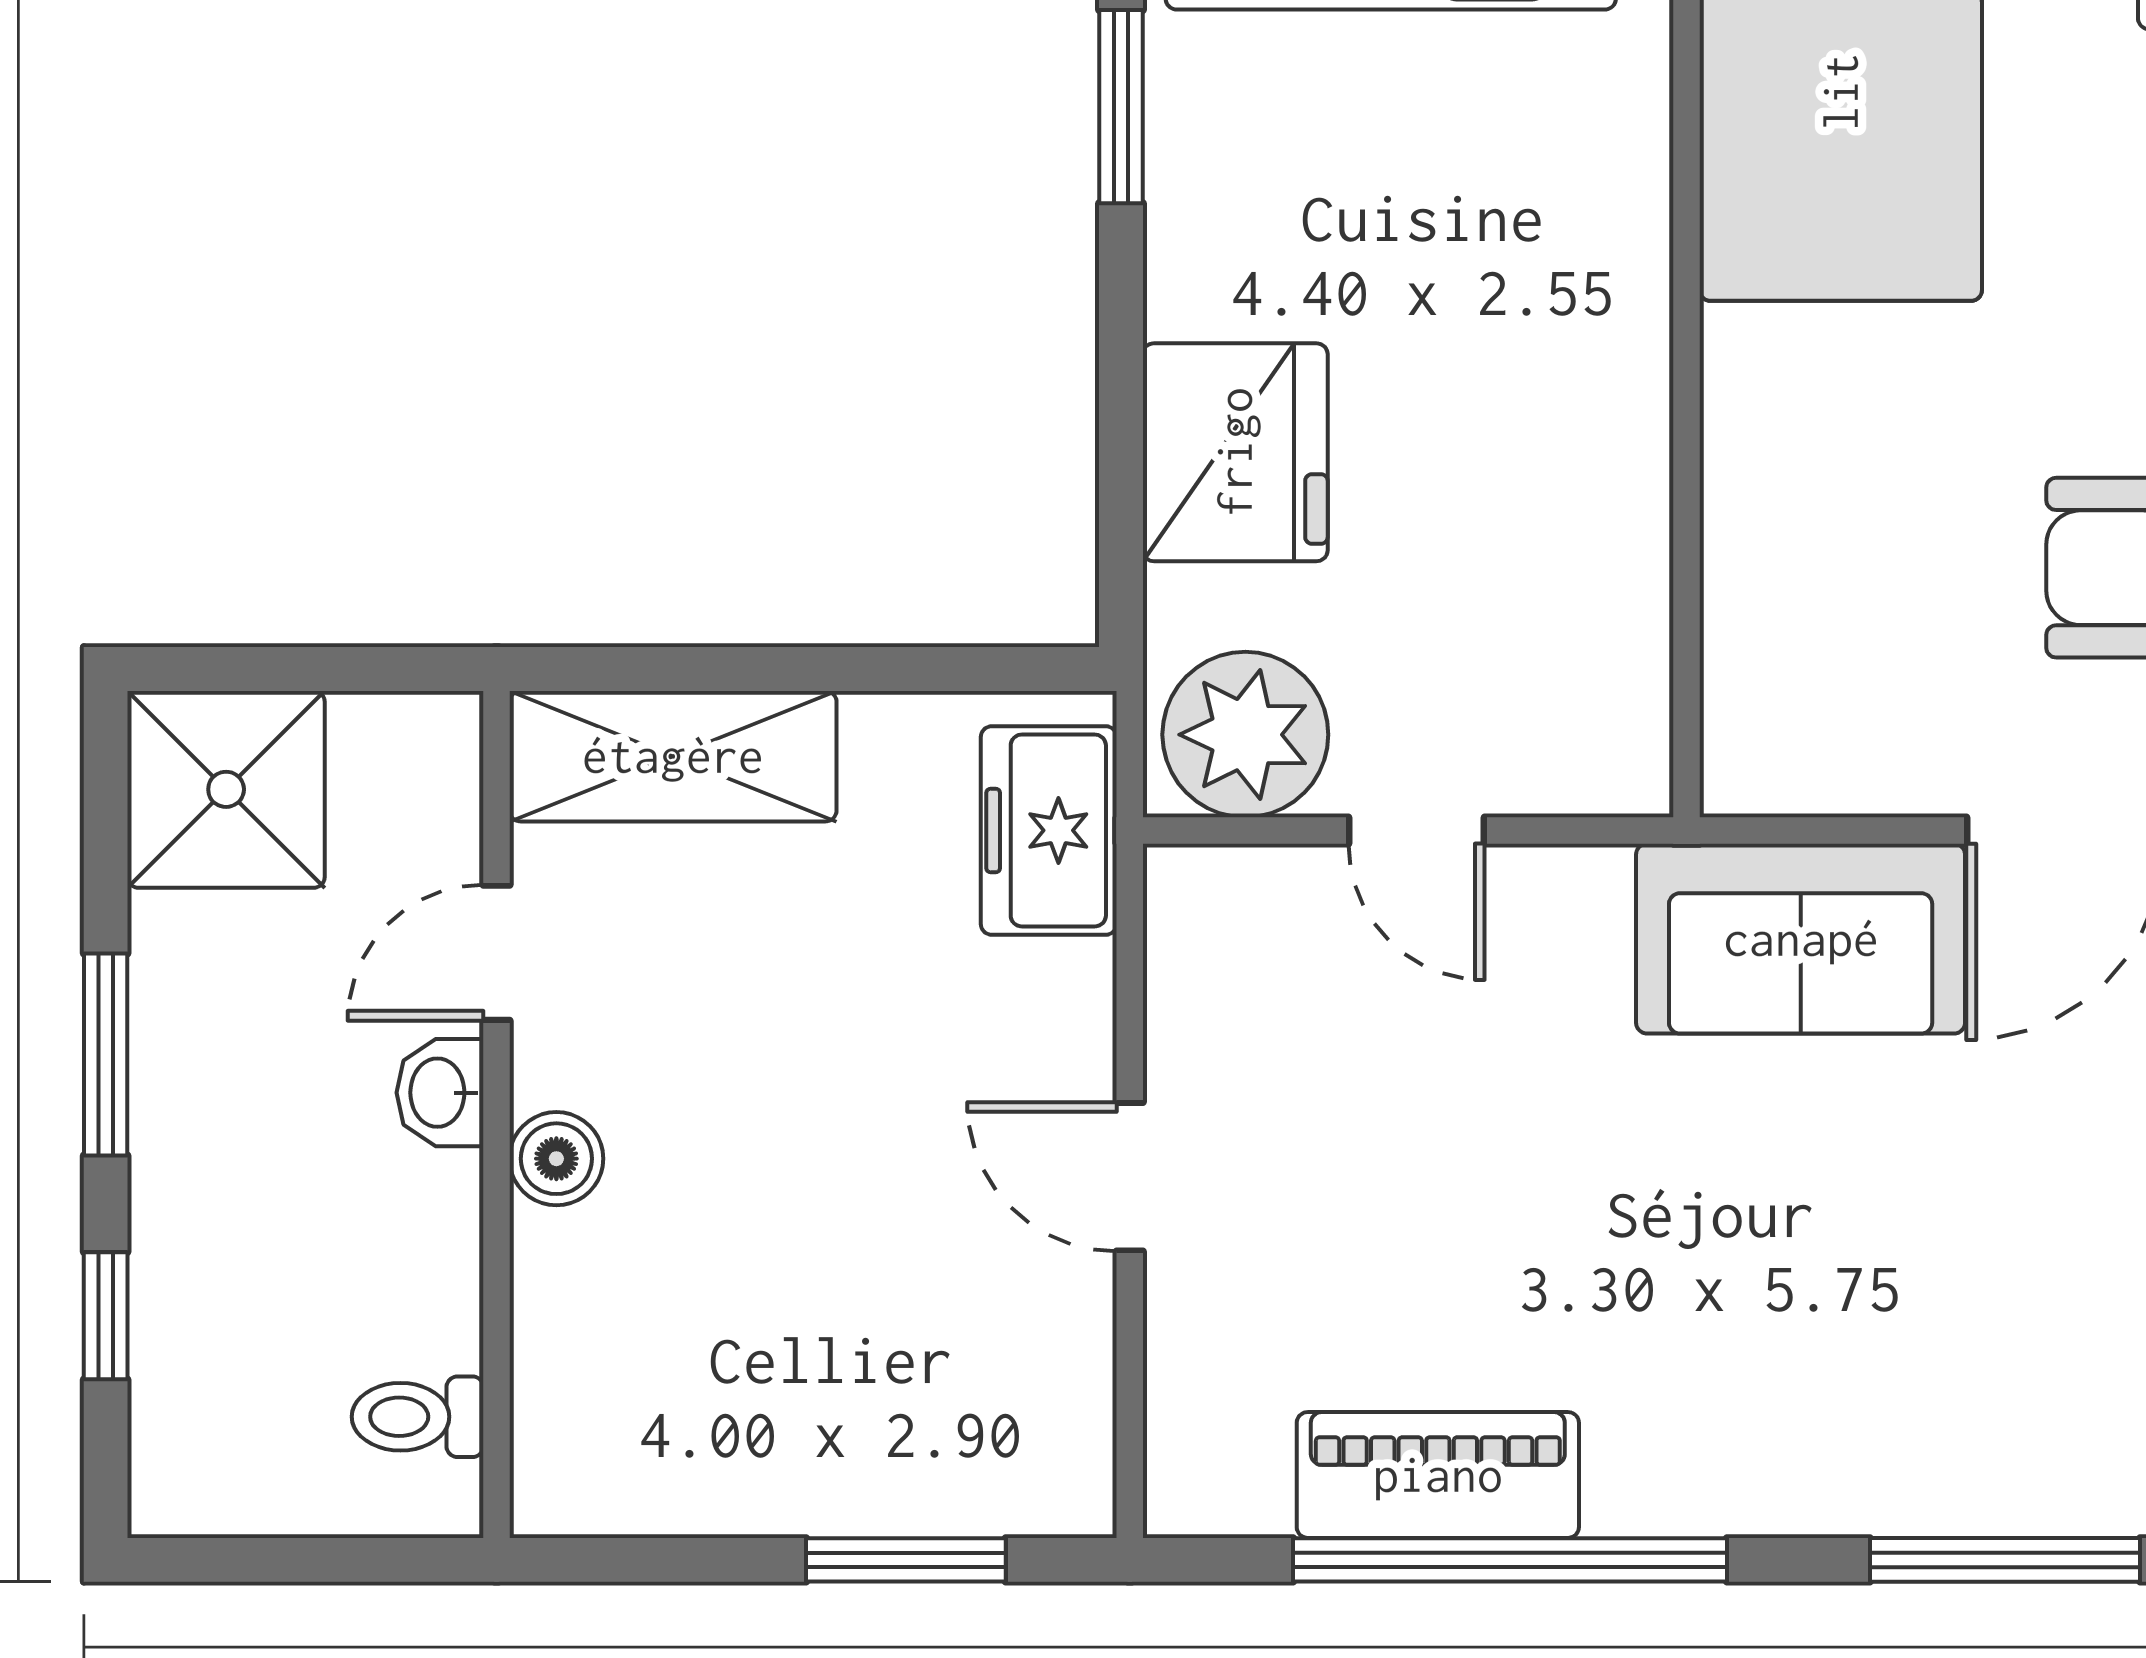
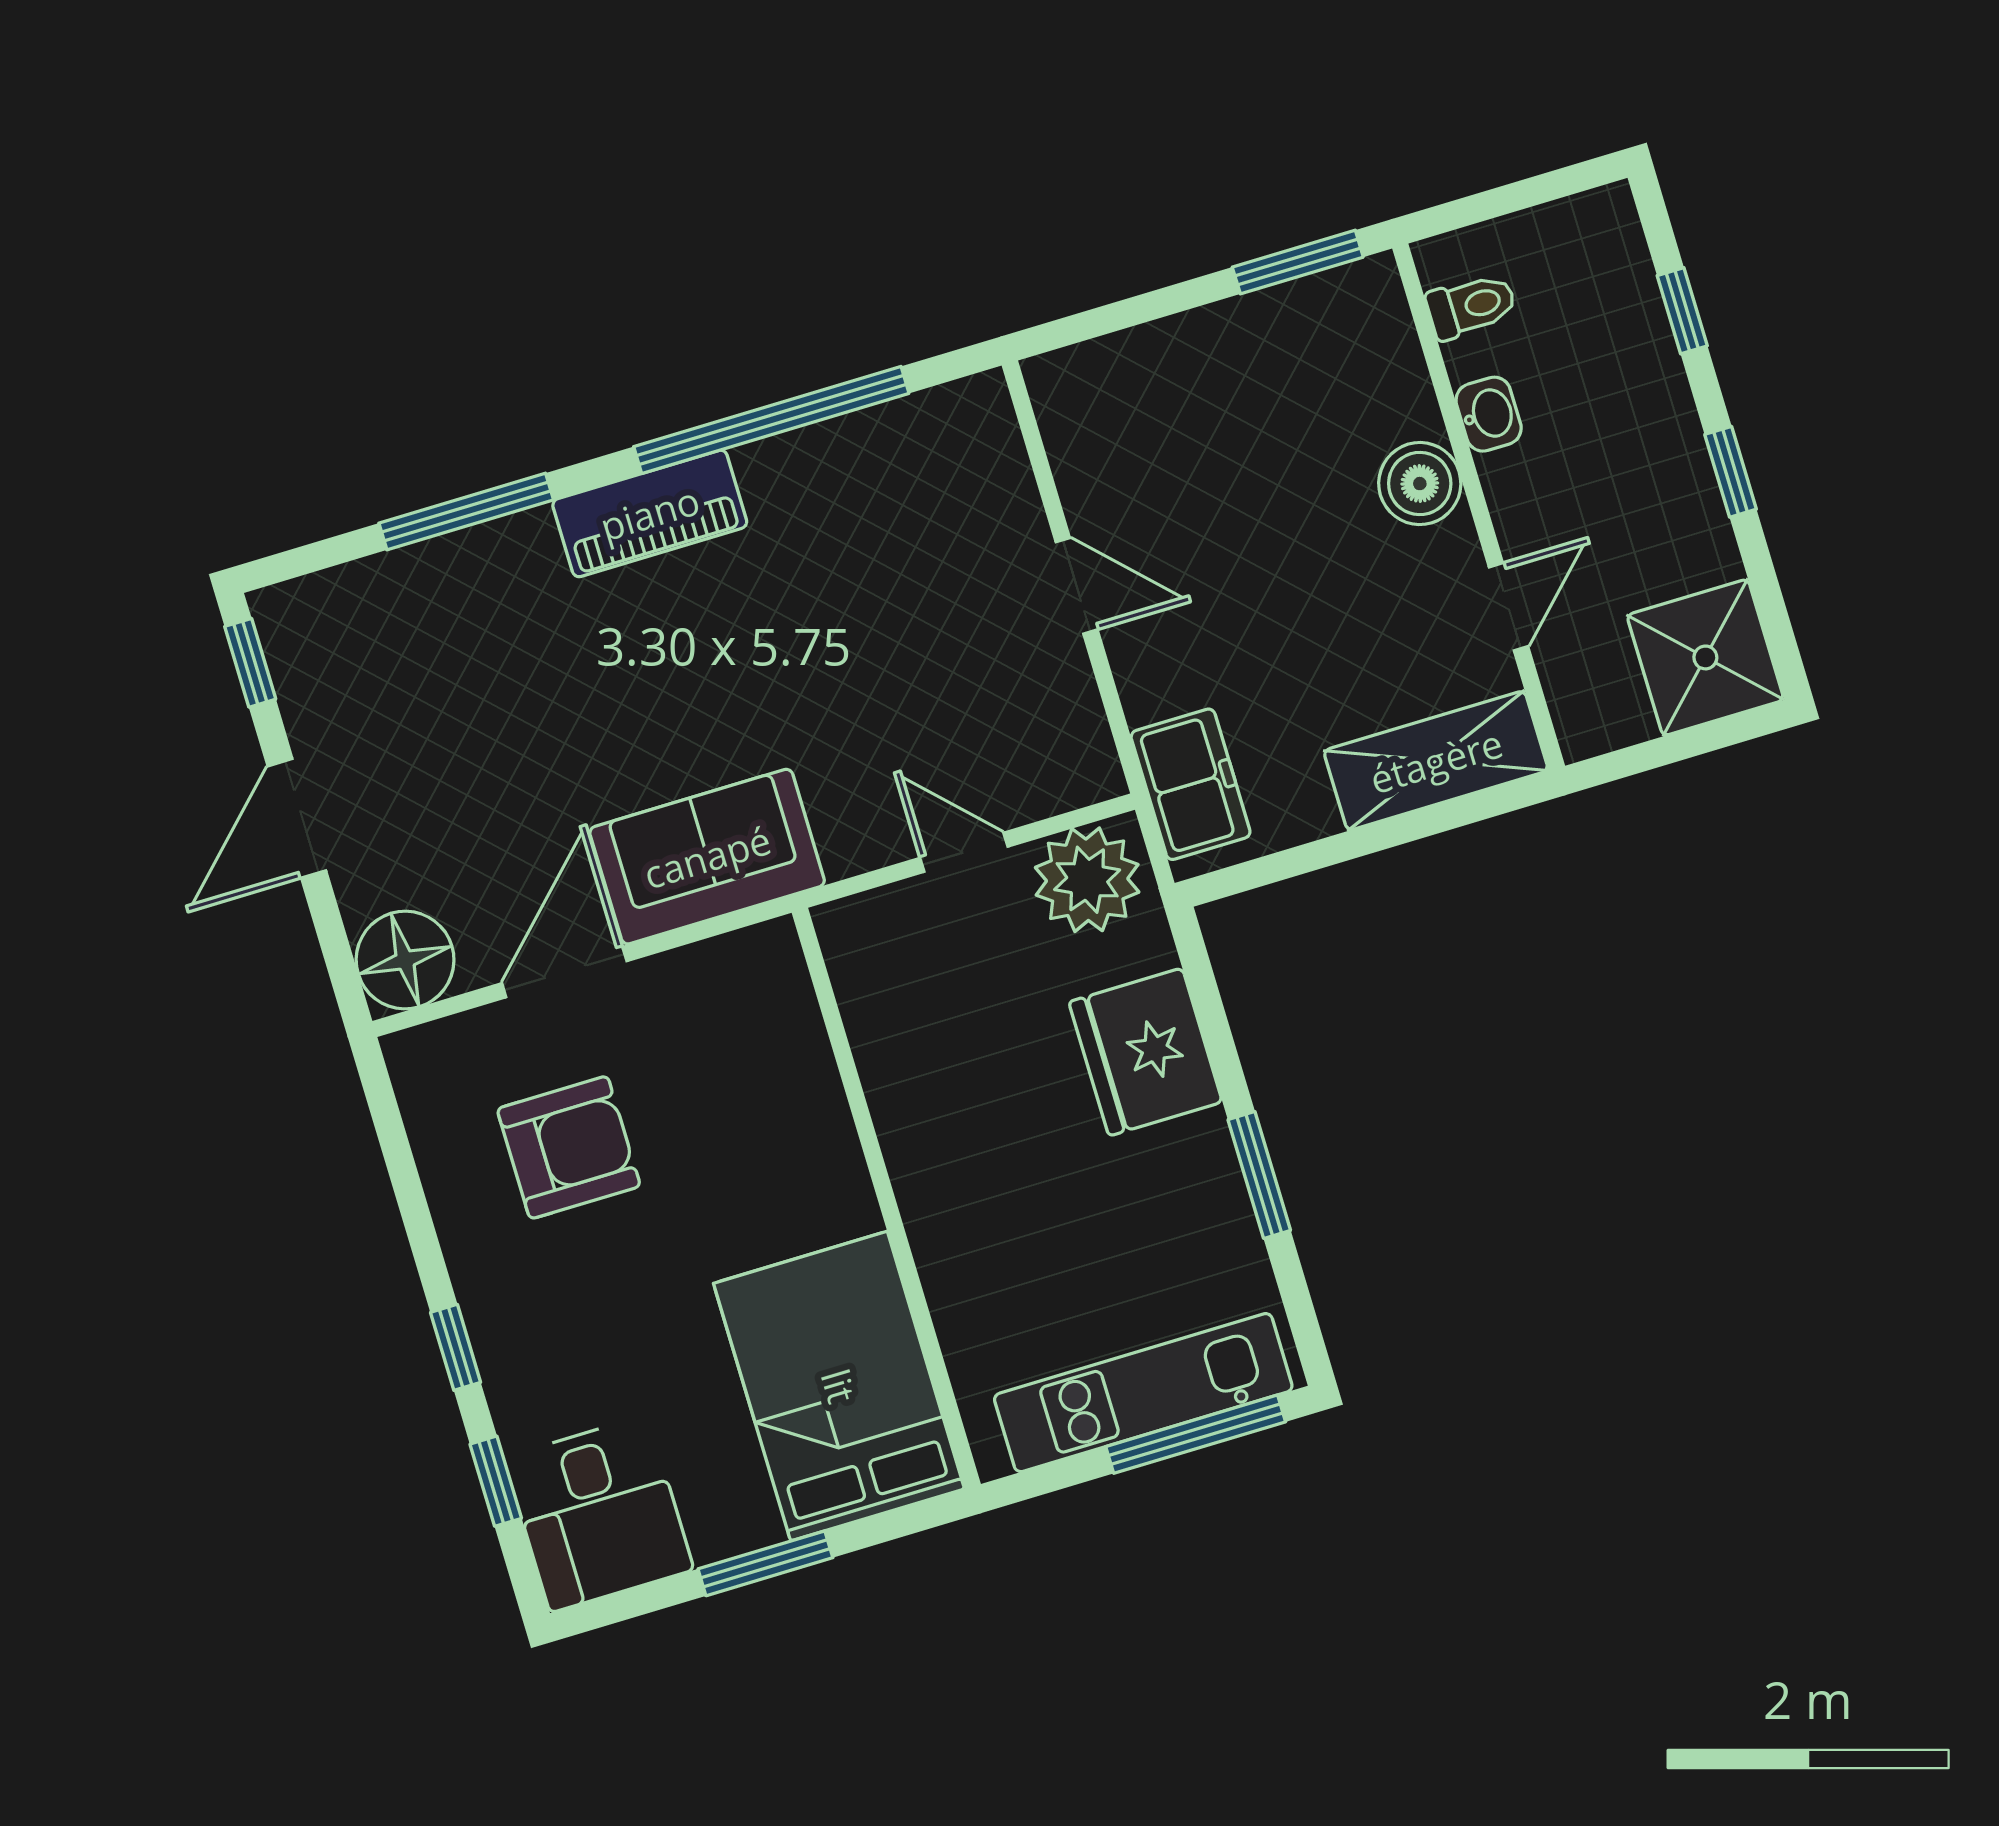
window: (1121, 107) -> (1259, 1175), moved
window: (106, 1054) -> (1731, 472), width x0.67
washbasin: (440, 1093) -> (1489, 414), moved
boiler: (556, 1159) -> (1420, 484), width x1.36, depth x1.36
piano: (1438, 1475) -> (650, 513), moved
window: (906, 1560) -> (1298, 262), moved

